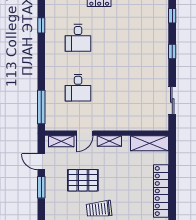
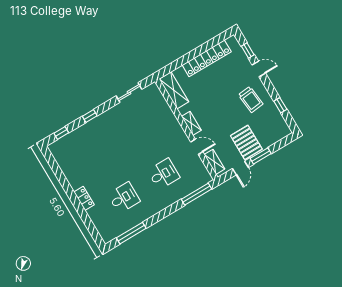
window: (41, 25) -> (131, 233), width x2.17
pallet: (83, 180) -> (246, 142), moved

